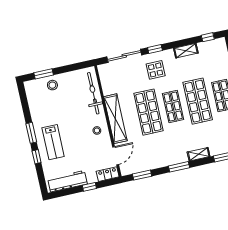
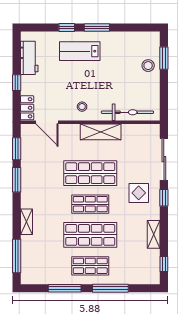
shelving: (115, 119) -> (101, 132), width x0.68
window: (179, 167) -> (17, 180), moved
workbench: (67, 181) -> (29, 58), width x0.73

